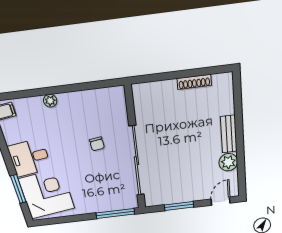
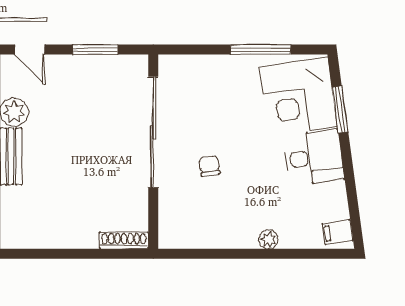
shoe rack: (194, 82) -> (124, 241), moved
door: (221, 201) -> (30, 50), hinge flipped
window: (115, 214) -> (261, 50), moved

